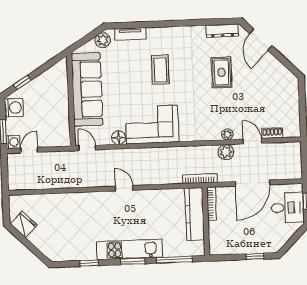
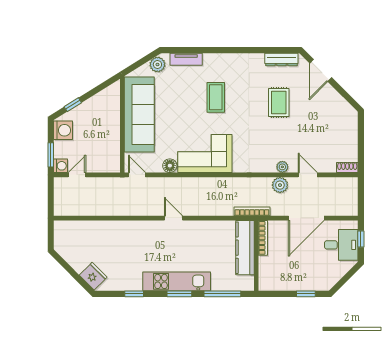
shoe rack: (272, 133) -> (347, 168), moved
fridge: (24, 225) -> (93, 276), moved

